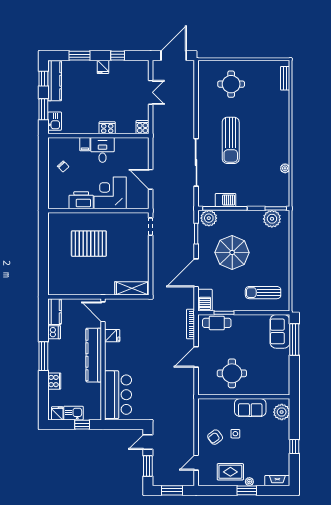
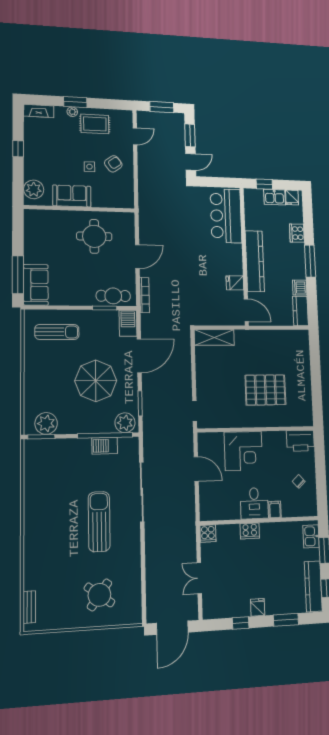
round table: (231, 84) -> (99, 595), turned 36
plant: (285, 168) -> (29, 488), removed
printer: (81, 200) -> (300, 441), moved

